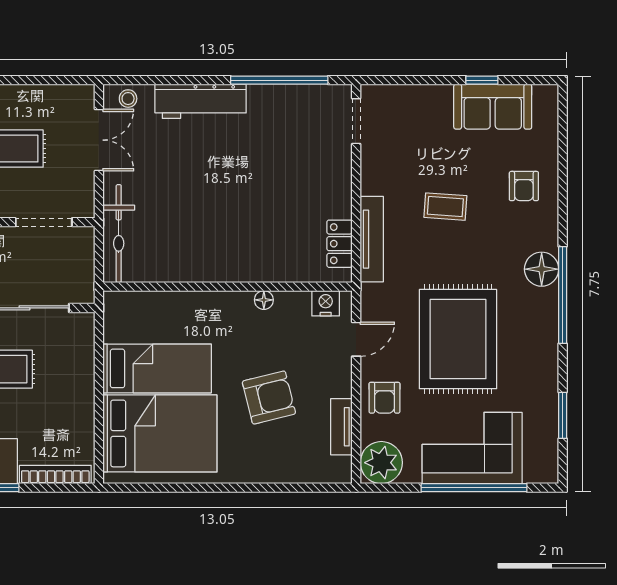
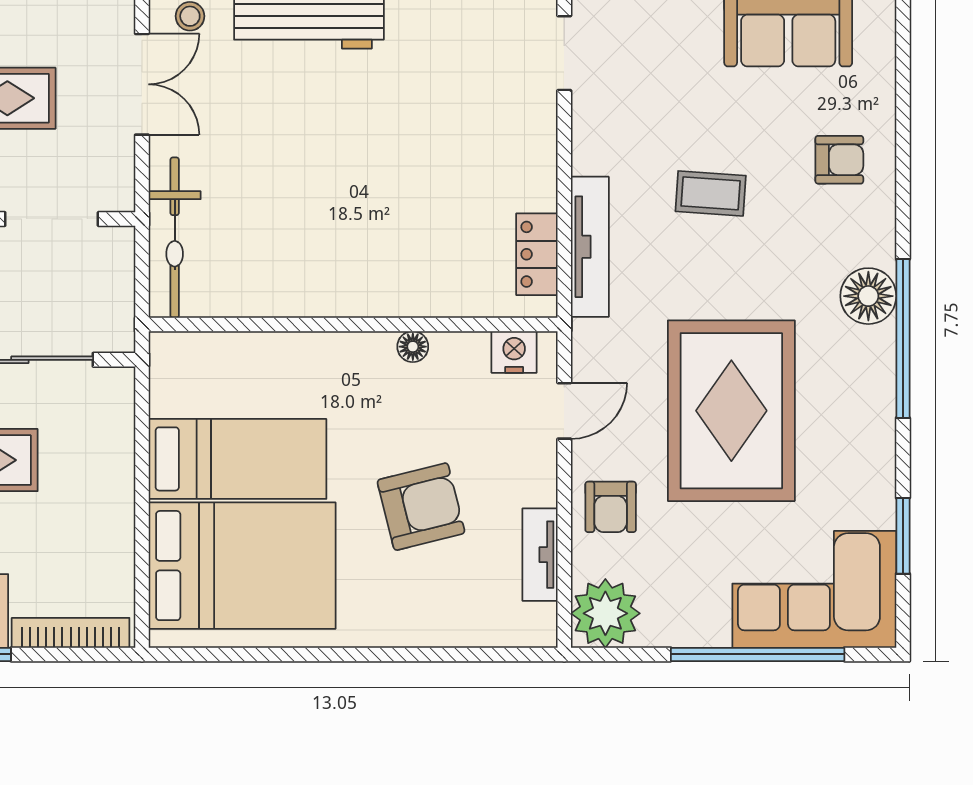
armchair: (524, 186) -> (839, 160), turned -90
corner sofa: (472, 448) -> (814, 589), moved

